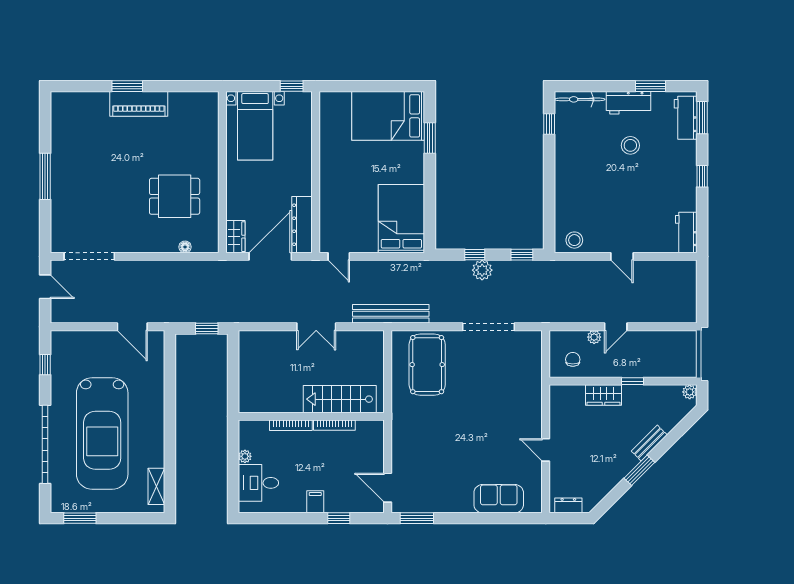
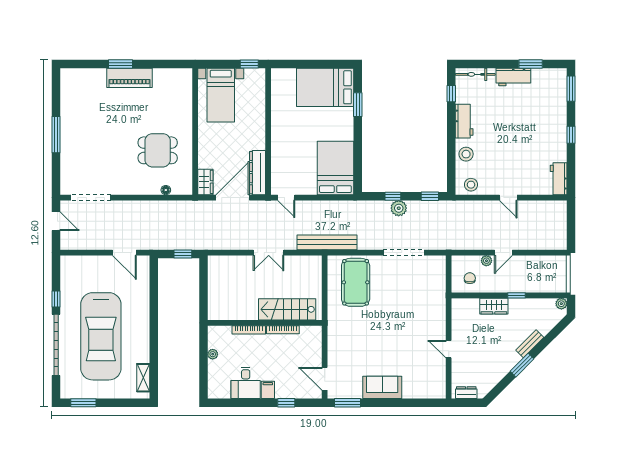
workbench: (686, 118) -> (464, 121), moved, turned 180
stool: (630, 145) -> (466, 154), moved
window: (45, 365) -> (56, 299), moved
desk: (258, 483) -> (246, 383), moved, turned -90
sofa: (499, 499) -> (382, 387), moved

